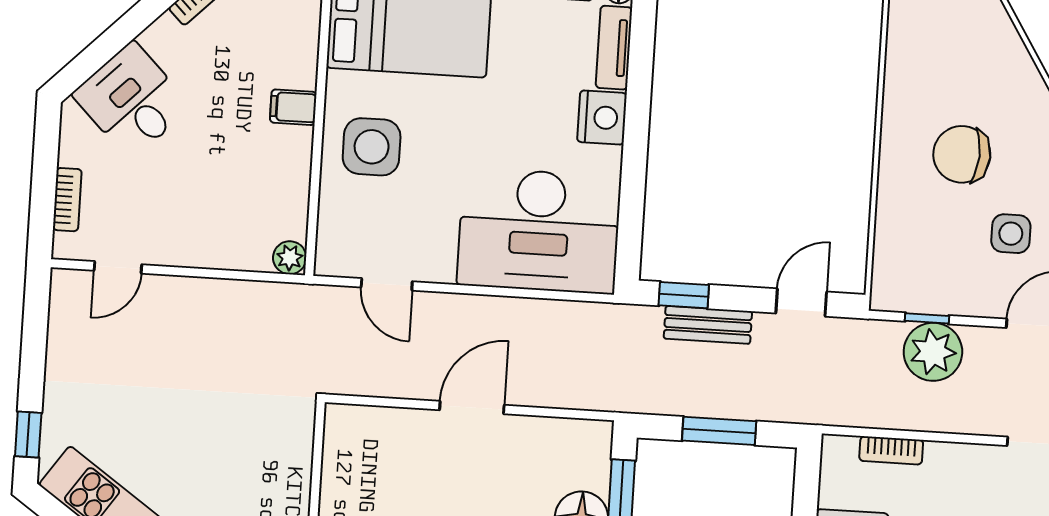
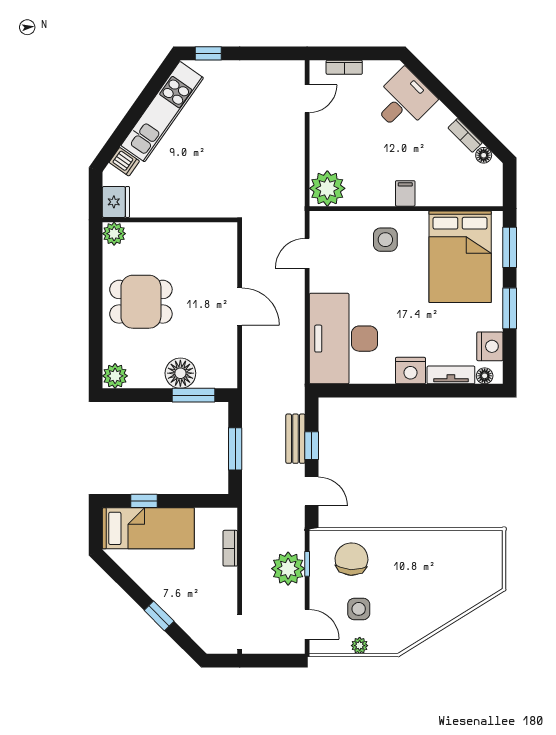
side table: (372, 147) -> (385, 240), width x0.73, depth x0.73
chair: (962, 154) -> (351, 559), moved
plant: (290, 258) -> (327, 188), width x1.88, depth x1.88
door: (118, 267) -> (307, 99), swing flipped
window: (684, 295) -> (312, 446), moved

